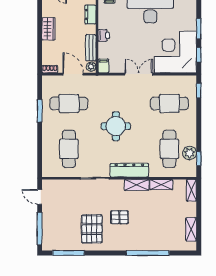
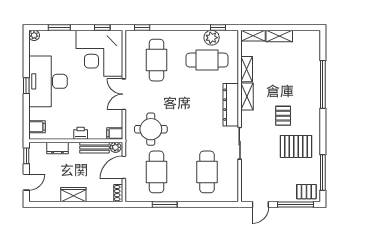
window: (199, 29) -> (59, 28), moved
round table: (116, 126) -> (151, 129), moved
cafe table: (69, 149) -> (207, 172), turned 90
shelving: (191, 229) -> (279, 36), moved
pallet: (51, 238) -> (306, 192), added

